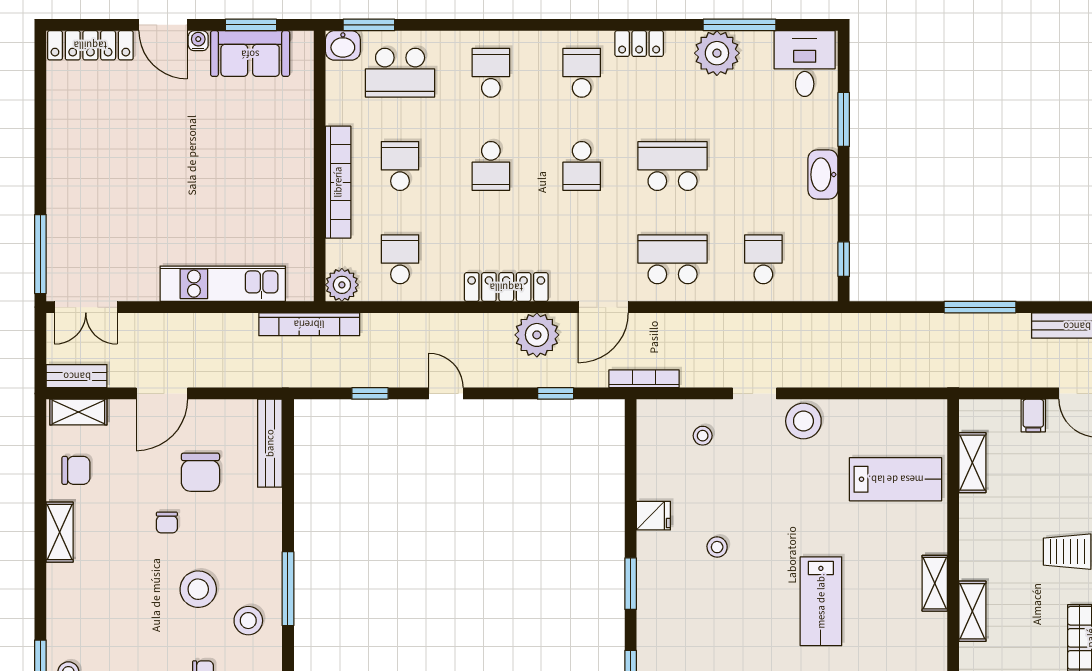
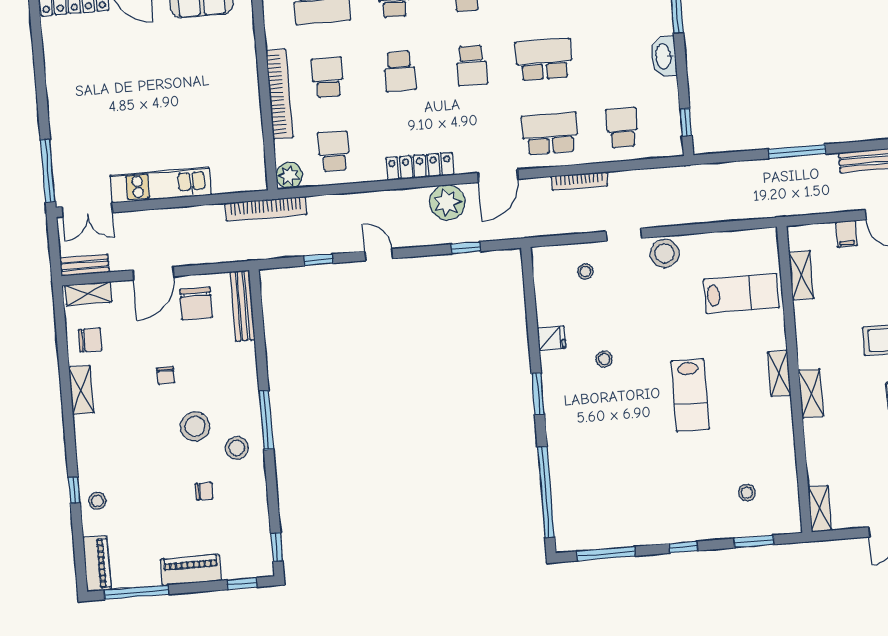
kitchen unit: (223, 284) -> (161, 185), moved
bookcase: (644, 379) -> (579, 181), moved, turned 180
chair: (200, 472) -> (196, 303), moved

